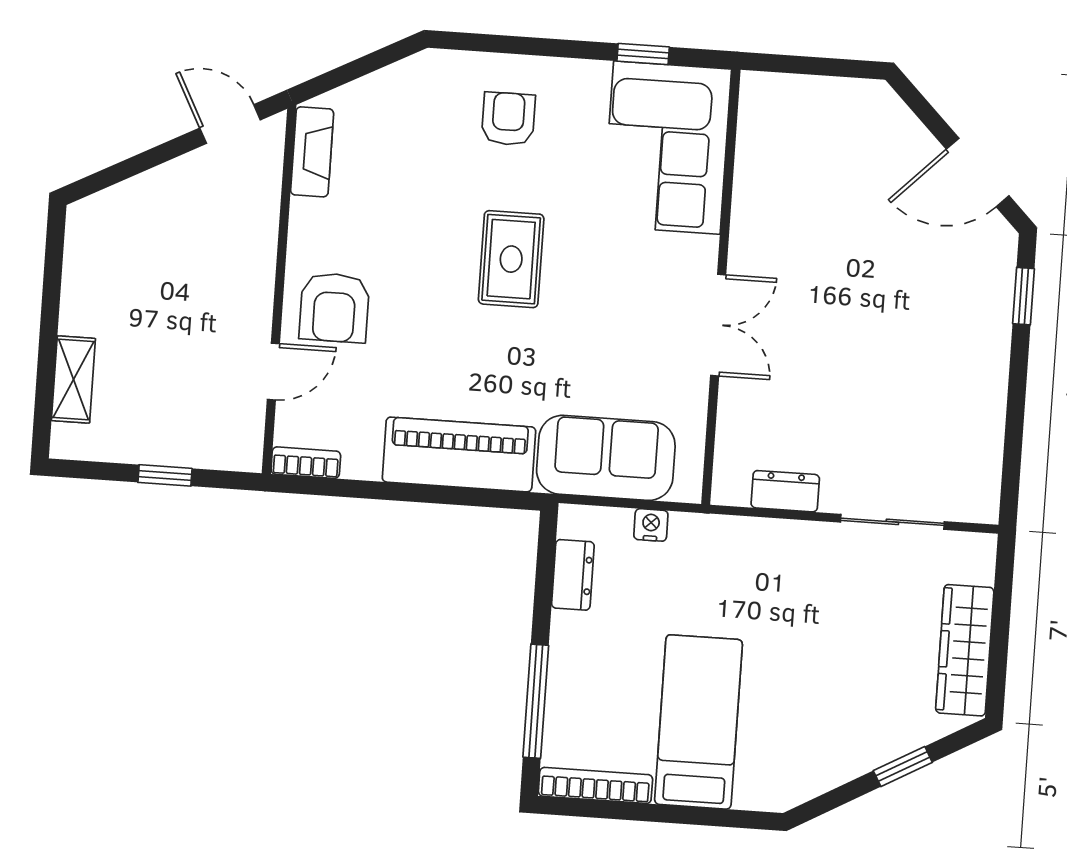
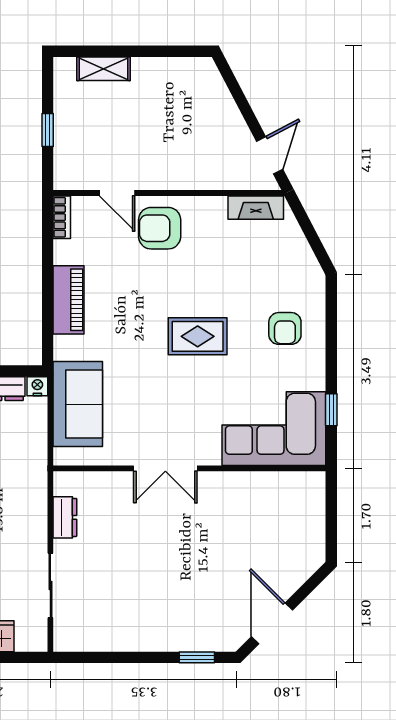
armchair: (508, 119) -> (285, 328), turned 90
piano: (459, 454) -> (69, 300), width x0.73, depth x0.75
nightstand: (651, 525) -> (37, 386), moved, turned -90

